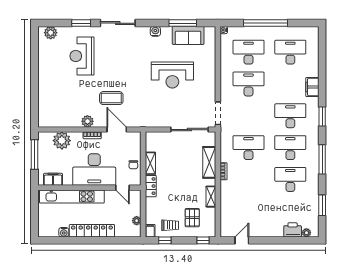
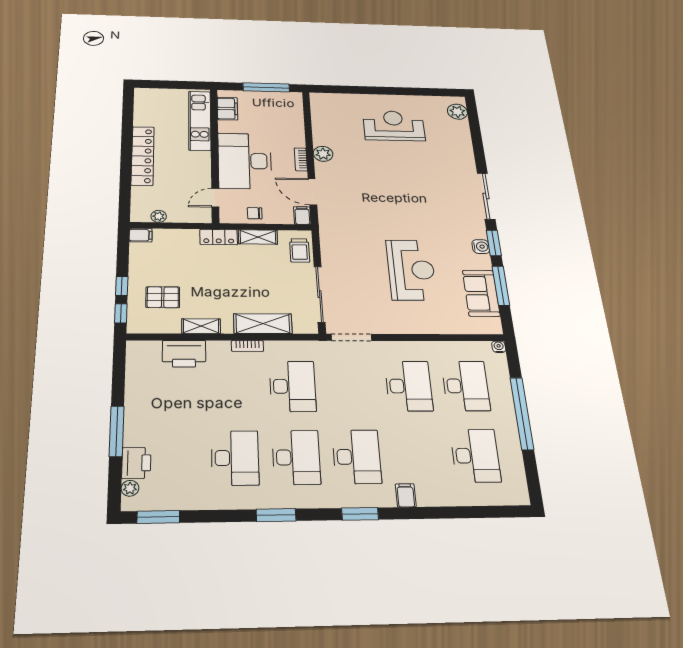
window: (81, 23) -> (494, 243), moved
reception desk: (82, 56) -> (394, 126), moved
reception desk: (172, 75) -> (411, 270), turned 180
filing cabinet: (312, 87) -> (406, 495), width x0.50
coffee table: (111, 98) -> (364, 185), removed
door: (117, 130) -> (312, 192), swing flipped
filing cabinet: (135, 137) -> (302, 216), added
plant: (62, 141) -> (290, 121), removed
window: (322, 159) -> (276, 515), width x0.69
kitchen unit: (72, 197) -> (200, 121), width x0.73
window: (322, 205) -> (158, 517), moved
printer: (228, 206) -> (184, 354), added
trolley: (170, 225) -> (300, 250), moved
water cooler: (64, 232) -> (141, 120), removed
window: (165, 240) -> (122, 286), moved
door: (242, 240) -> (119, 376), removed
window: (275, 240) -> (117, 431), added

